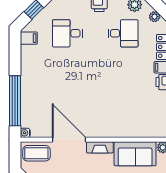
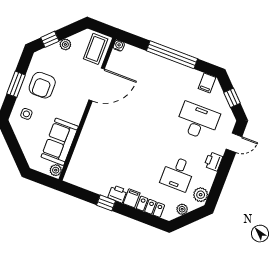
desk: (67, 33) -> (198, 121), width x1.37
window: (15, 101) -> (172, 55), moved
fireplace: (100, 147) -> (78, 111), removed

